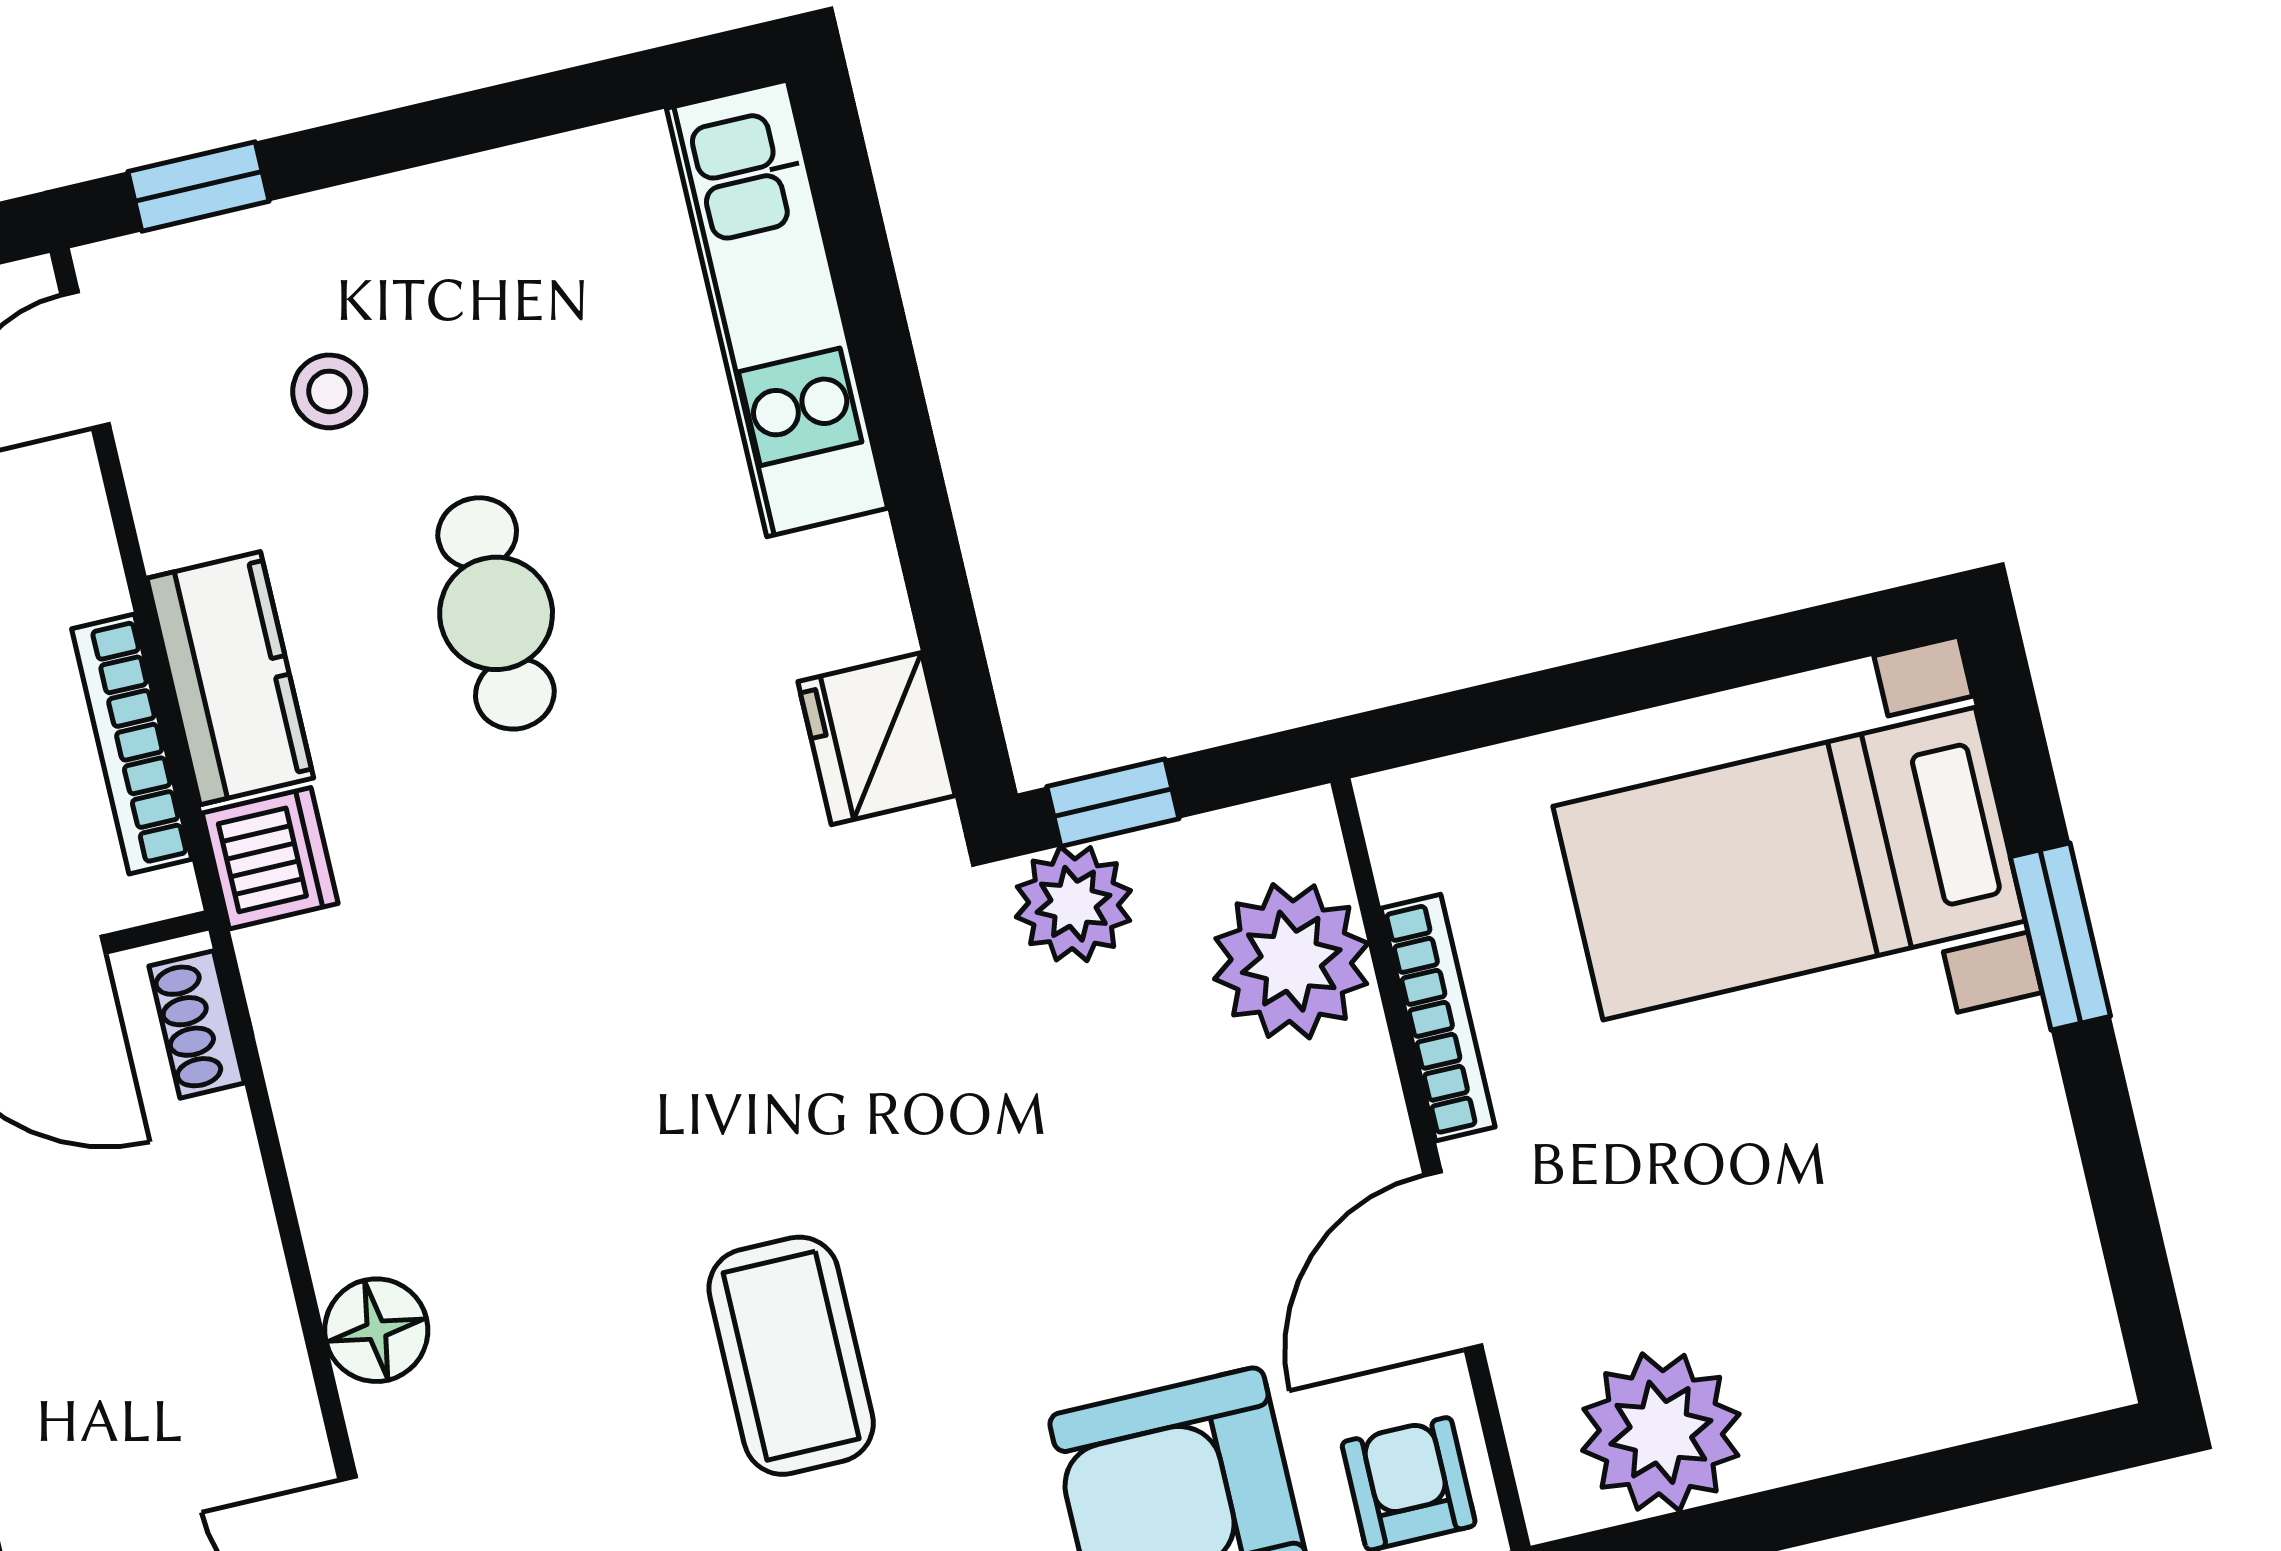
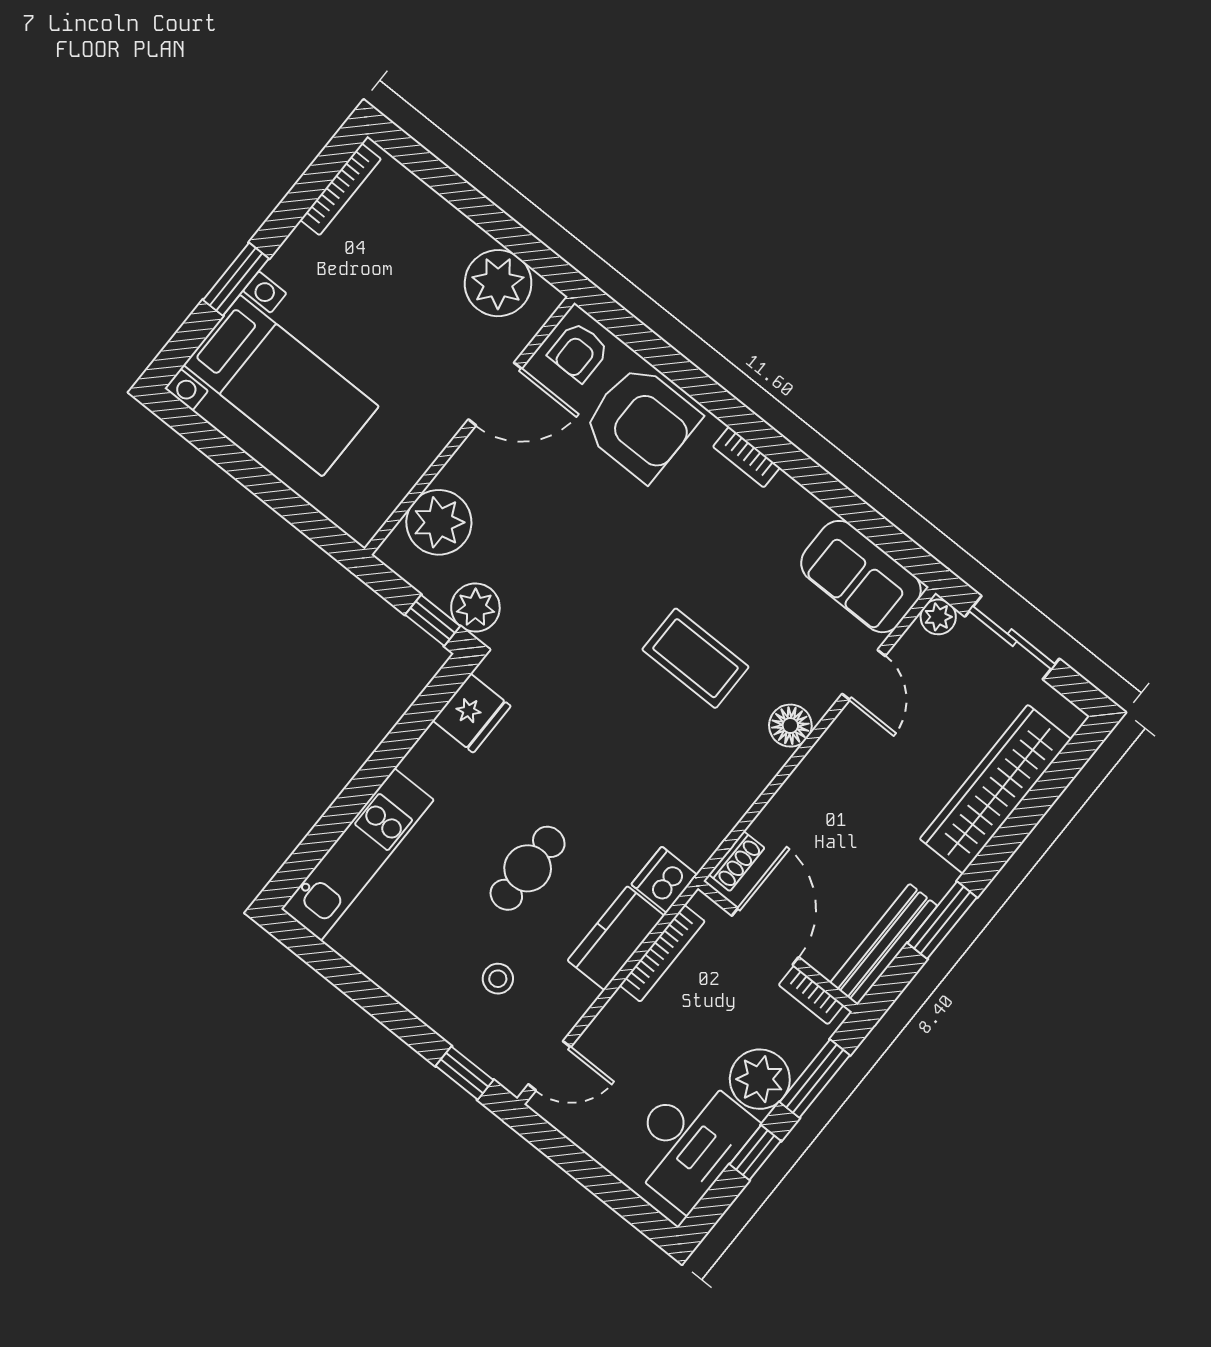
bookcase: (1438, 1018) -> (341, 189), moved, turned 180
coffee table: (791, 1356) -> (695, 658), moved, turned 90

